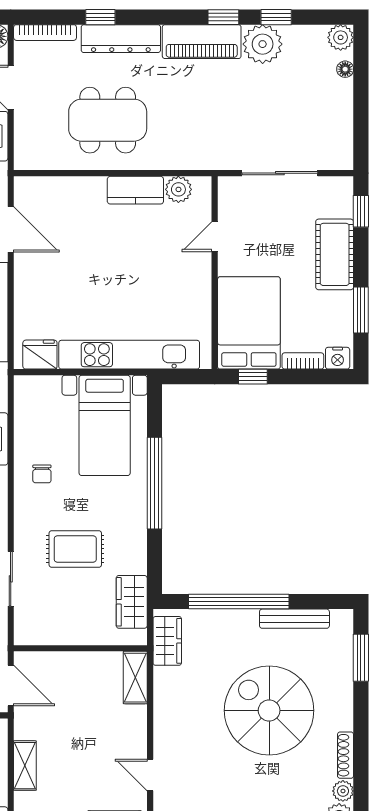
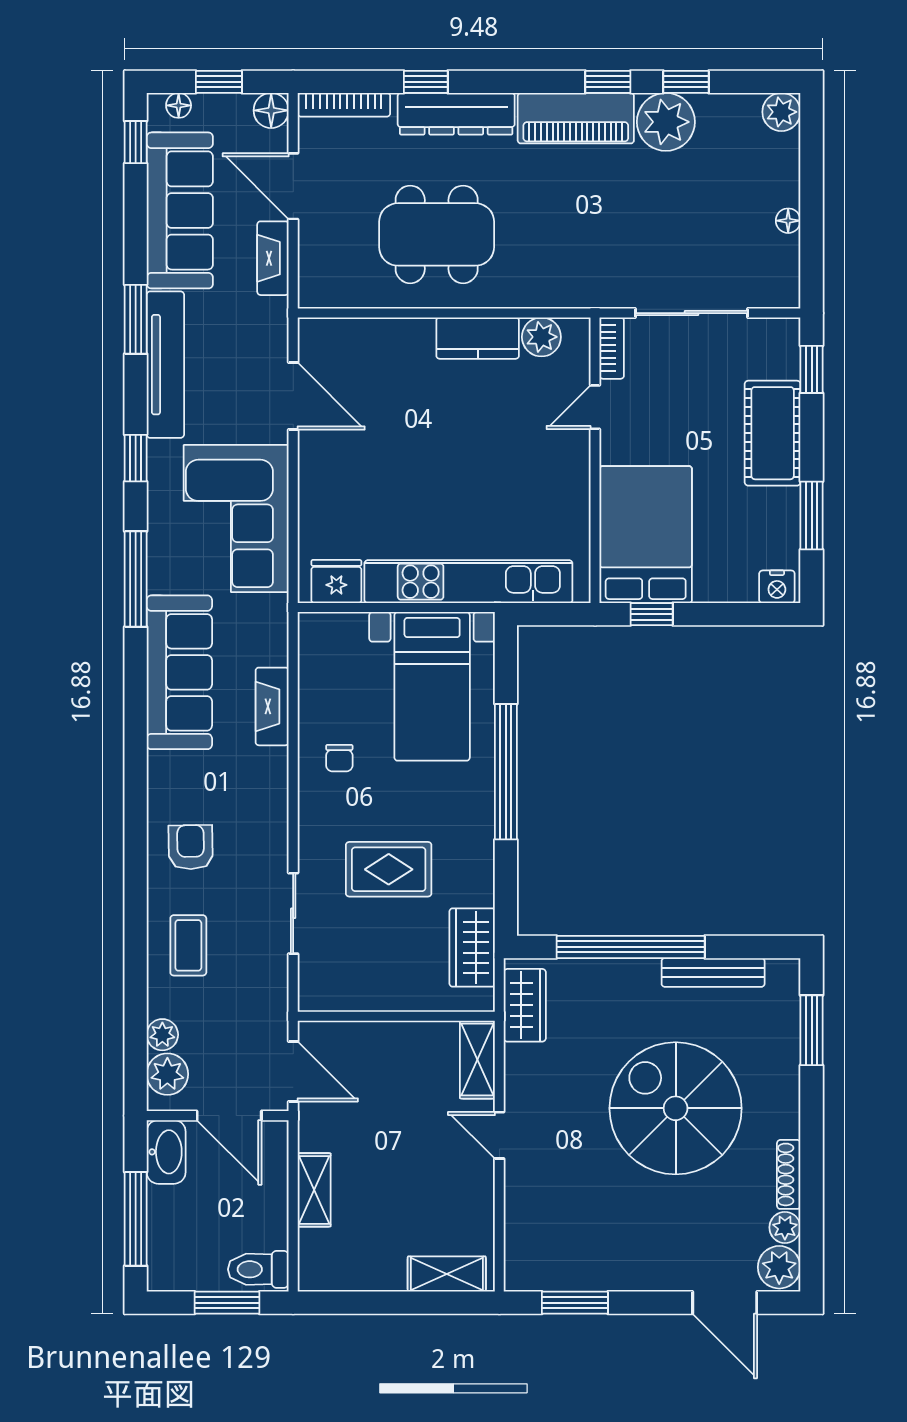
floor lamp: (345, 69) -> (788, 221), moved
bookcase: (303, 361) -> (612, 348), moved, turned 90
door: (150, 775) -> (499, 1135), moved

